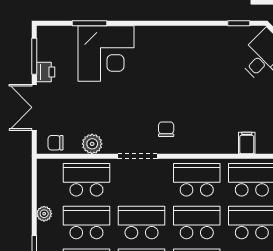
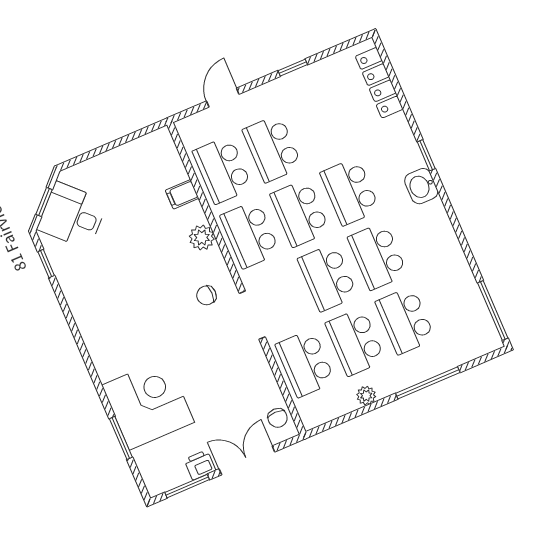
double door: (34, 107) -> (247, 460), swing flipped
plant: (92, 144) -> (202, 238), moved

